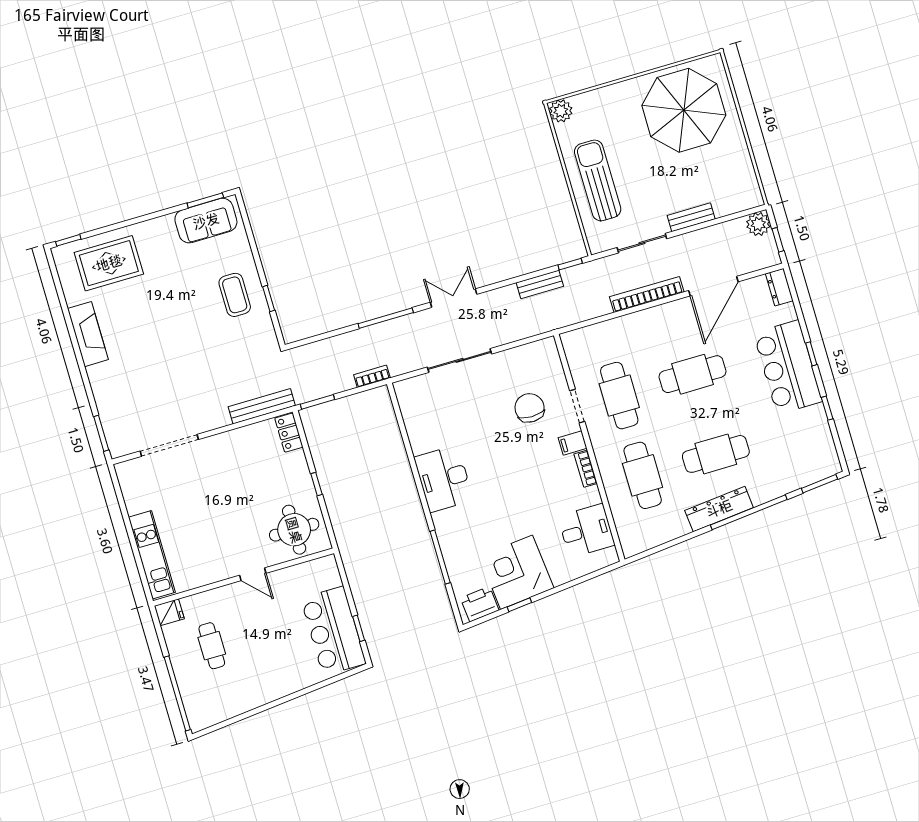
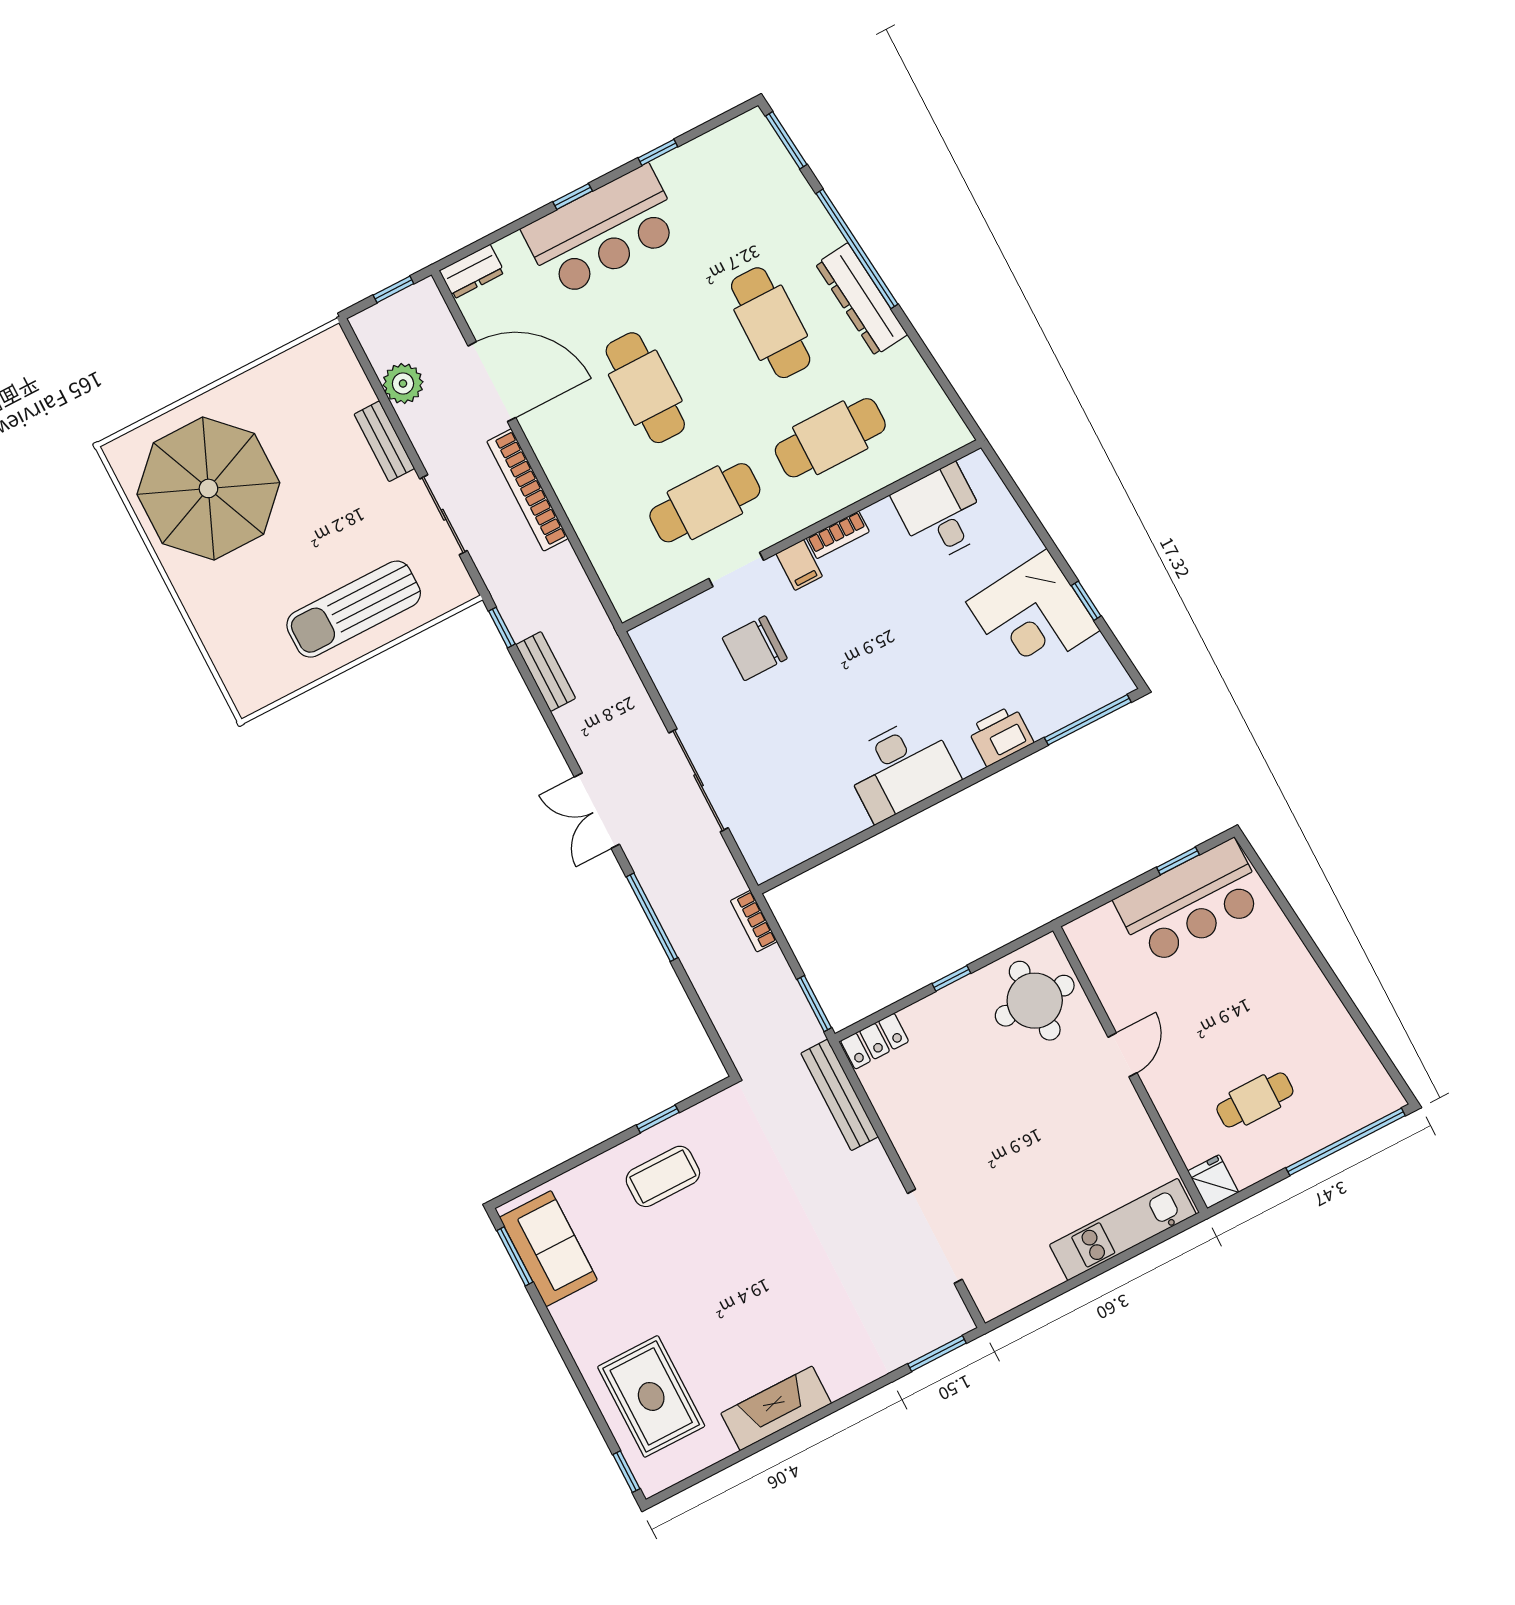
plant: (561, 111) -> (250, 693), removed
plant: (758, 224) -> (403, 384), moved
window: (440, 557) -> (1088, 720), moved
printer: (480, 604) -> (1000, 735), moved, turned 96

